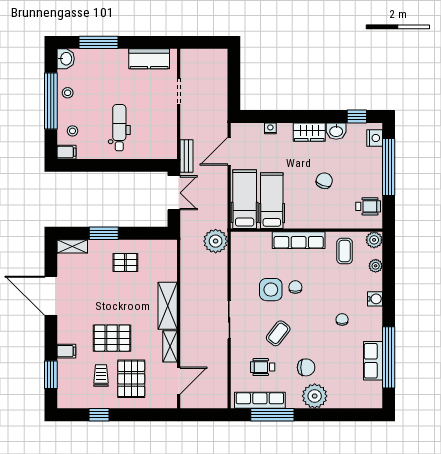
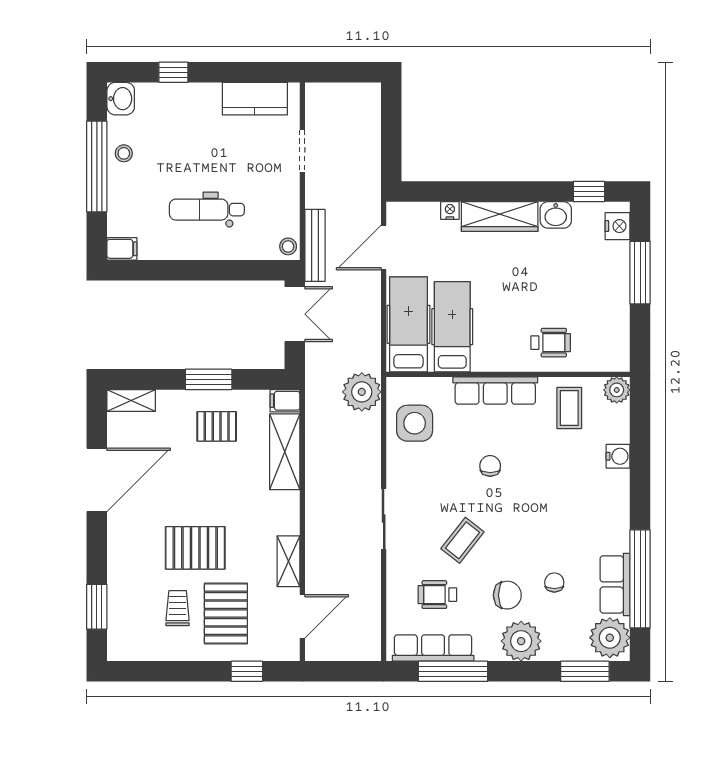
window: (98, 42) -> (173, 72), width x0.46
dental chair: (119, 128) -> (207, 210), turned -90
stool: (72, 131) -> (288, 246), moved
wardrobe: (309, 132) -> (500, 217), width x1.50
bench: (187, 156) -> (315, 245), width x1.36
window: (389, 167) -> (640, 273), width x0.68
chair: (324, 181) -> (537, 295), removed
wheelchair: (368, 206) -> (551, 343), moved
window: (104, 233) -> (209, 379), moved
plant: (376, 266) -> (610, 638), moved, width x1.88, depth x1.88
side table: (271, 290) -> (415, 423), moved
door: (51, 296) -> (97, 480), swing flipped
water cooler: (375, 299) -> (618, 456), moved
shelving: (168, 306) -> (285, 452), moved
chair: (342, 319) -> (554, 582), moved
filing cabinet: (66, 351) -> (285, 401), moved, turned 180
window: (99, 415) -> (247, 671), moved
window: (354, 415) -> (585, 671), added

